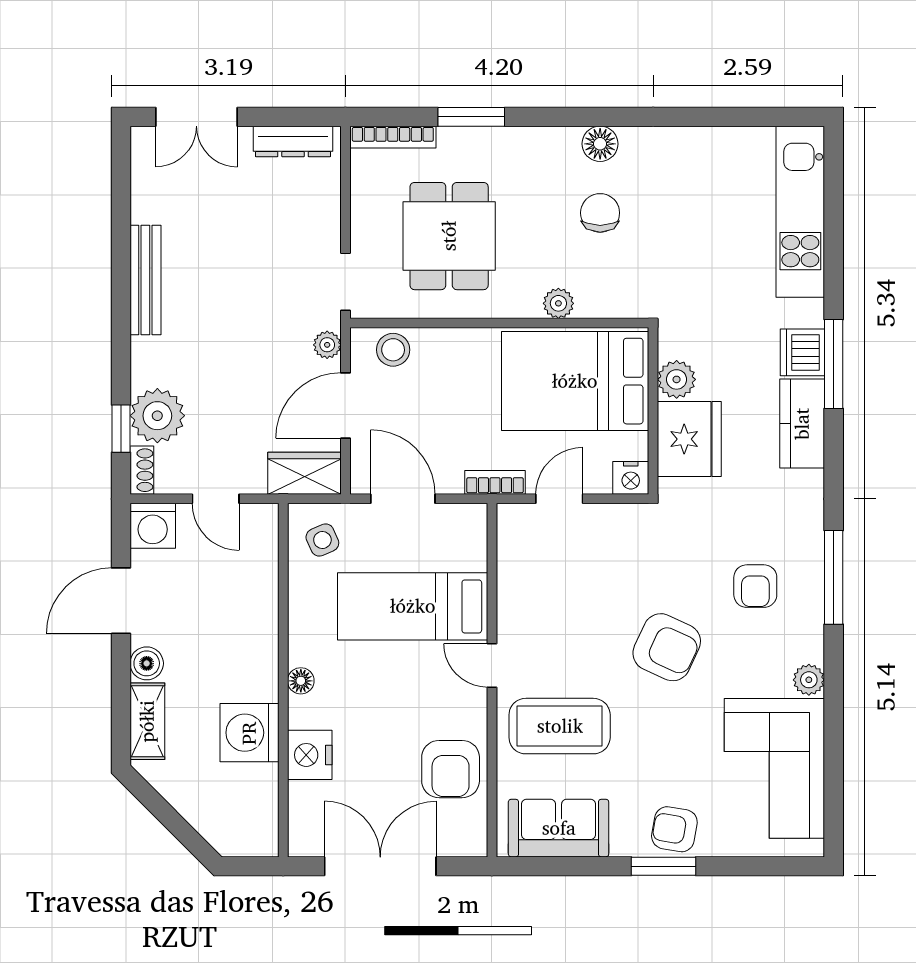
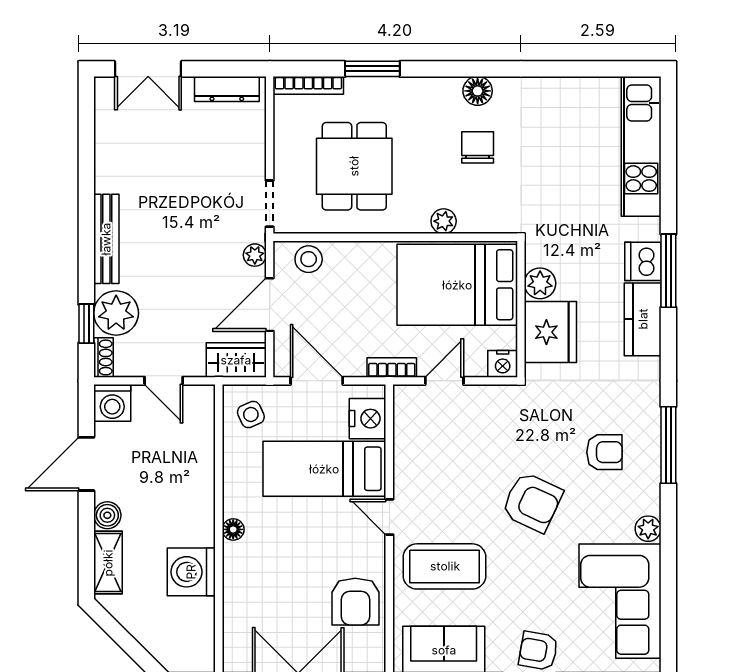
bench: (145, 280) -> (106, 239), moved
armchair: (755, 586) -> (604, 452), turned -90
nightstand: (310, 755) -> (368, 419), moved, turned 180

